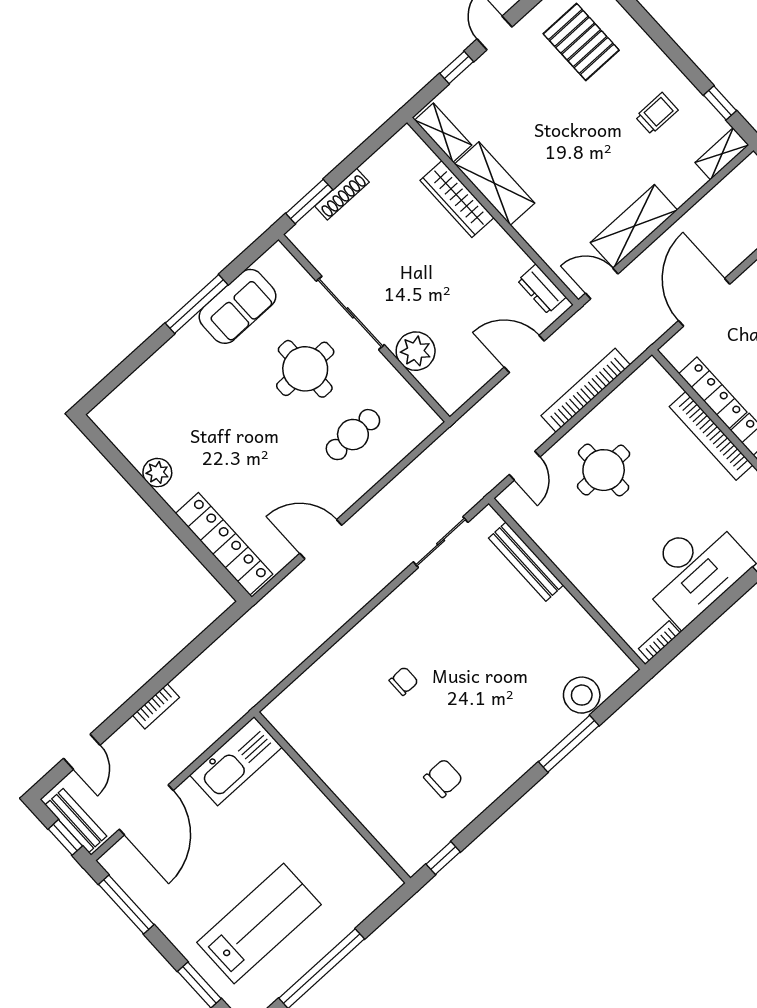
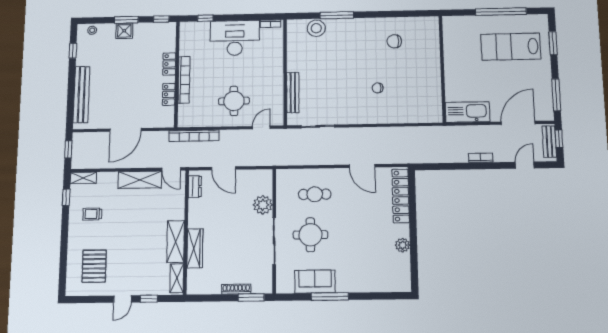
door: (704, 302) -> (125, 130), moved
bookcase: (586, 390) -> (194, 136), moved
locker: (713, 393) -> (169, 94), width x0.66
window: (443, 858) -> (420, 13), removed

